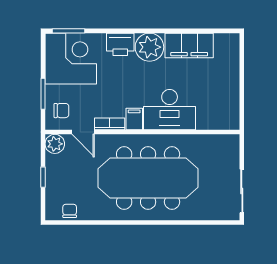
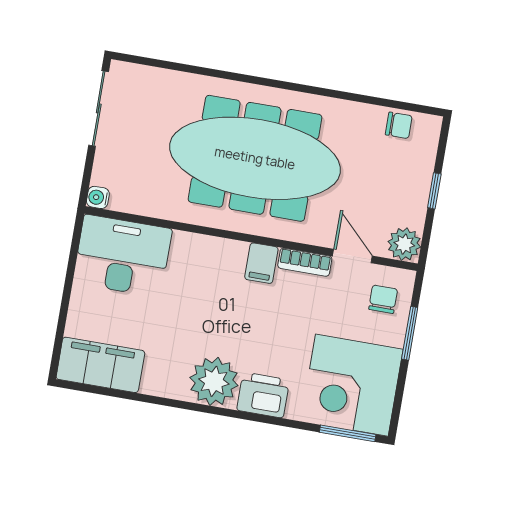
filing cabinet: (189, 45) -> (100, 365), moved
desk: (170, 110) -> (122, 256), moved
chair: (61, 111) -> (383, 299), turned 90
water cooler: (234, 140) -> (98, 197), added
chair: (70, 211) -> (399, 125), turned -90

